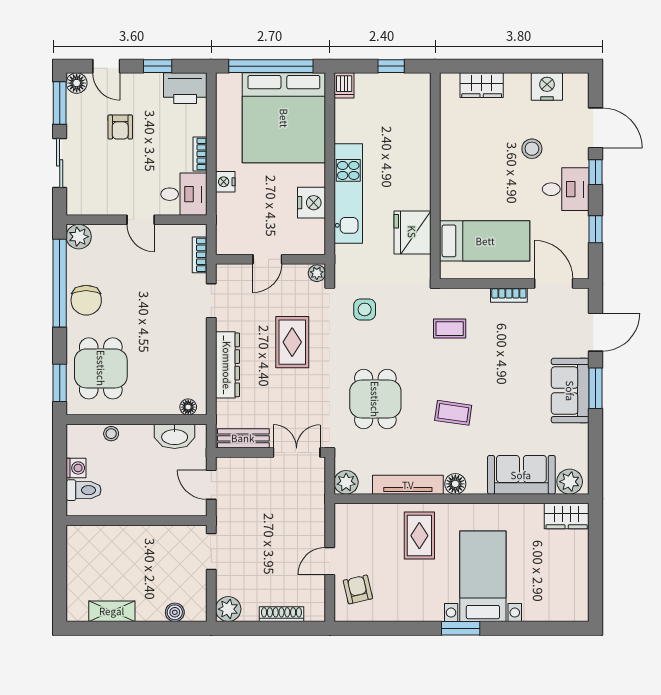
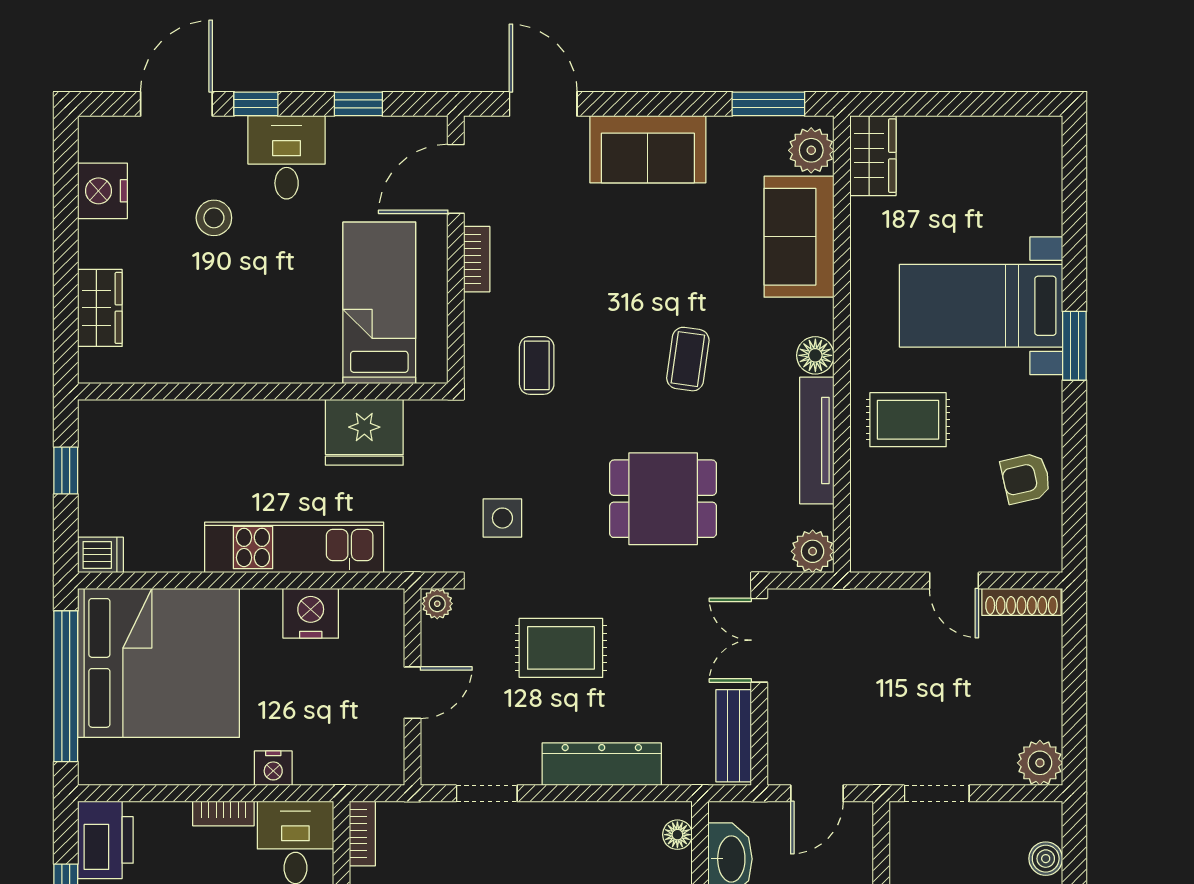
bookcase: (200, 255) -> (362, 834), moved, turned -90
door: (267, 259) -> (412, 693), hinge flipped
window: (595, 388) -> (768, 104), moved
armchair: (358, 589) -> (1026, 478), moved
shoe rack: (281, 614) -> (1021, 602), moved, turned -90

